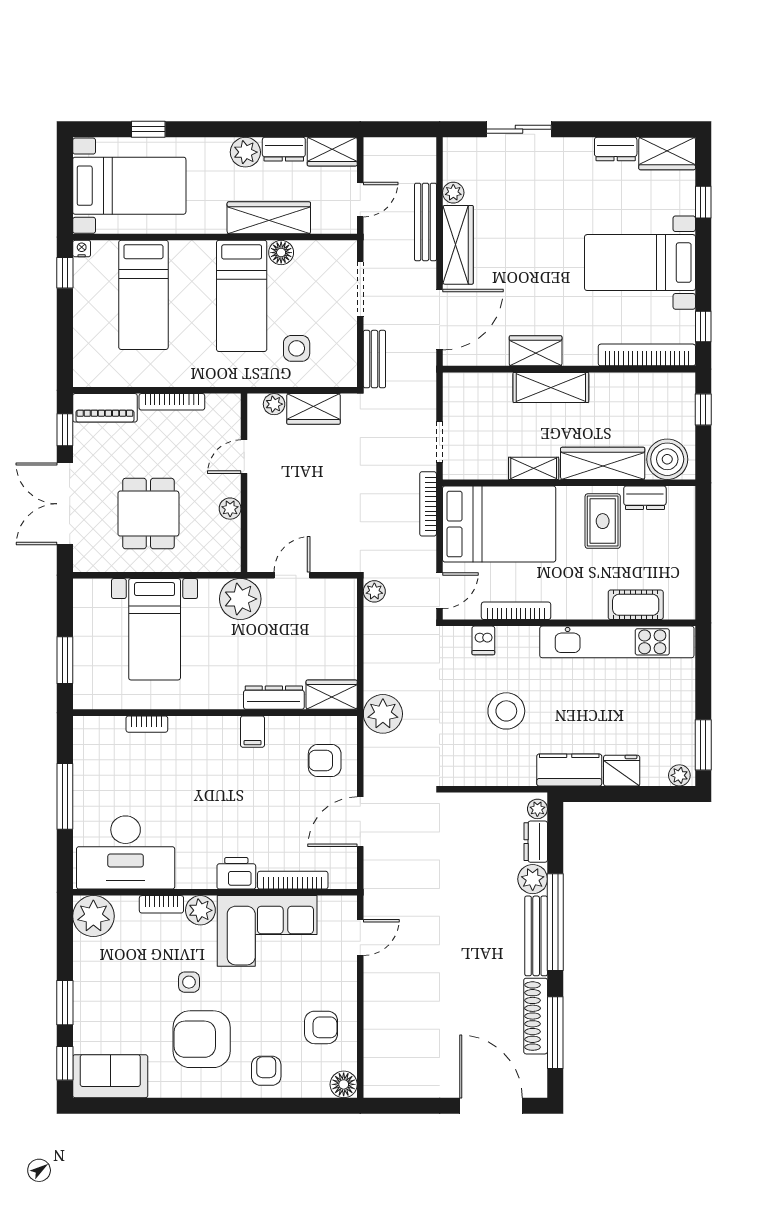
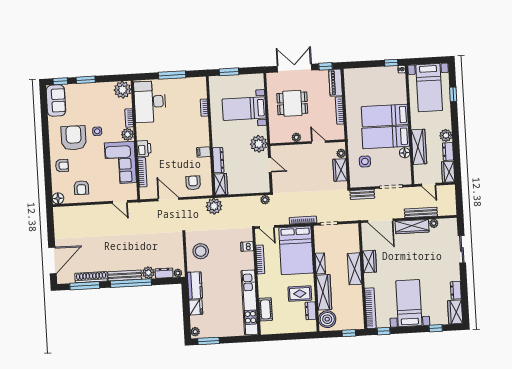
bed: (143, 295) -> (385, 116), moved
stool: (506, 711) -> (201, 251), moved

